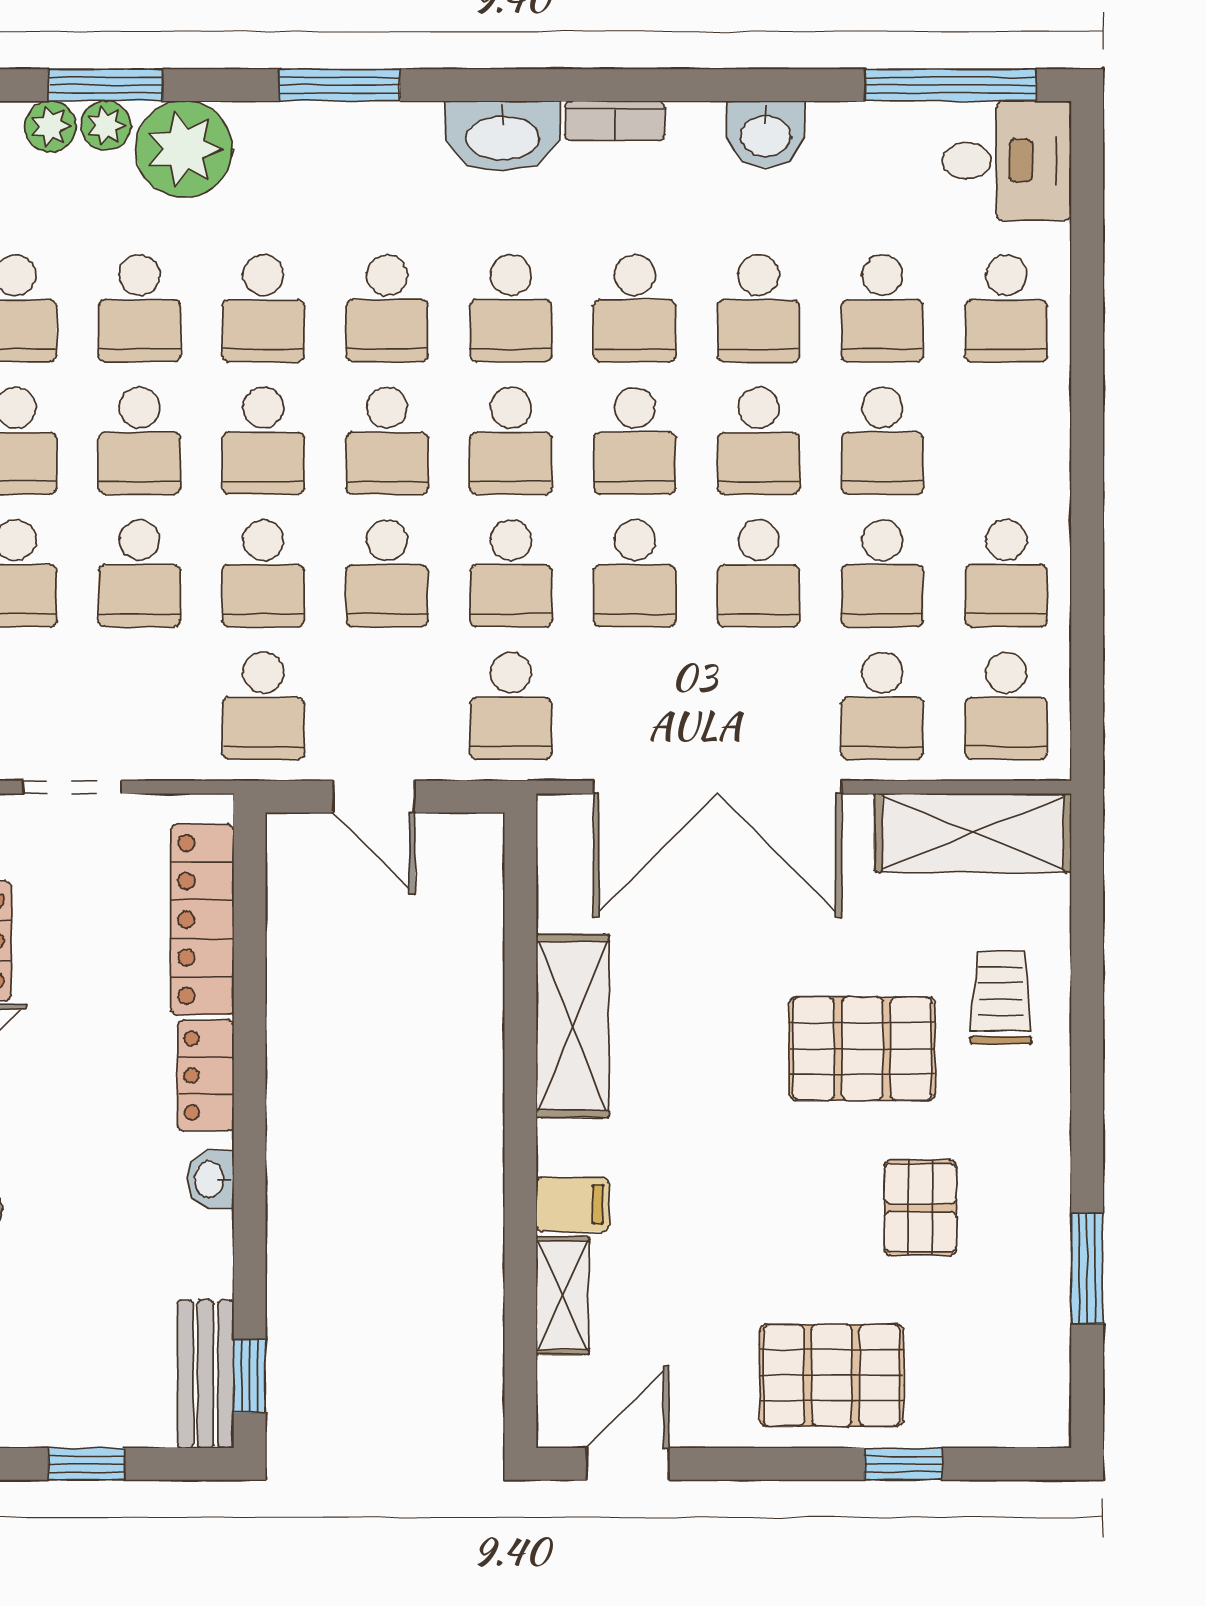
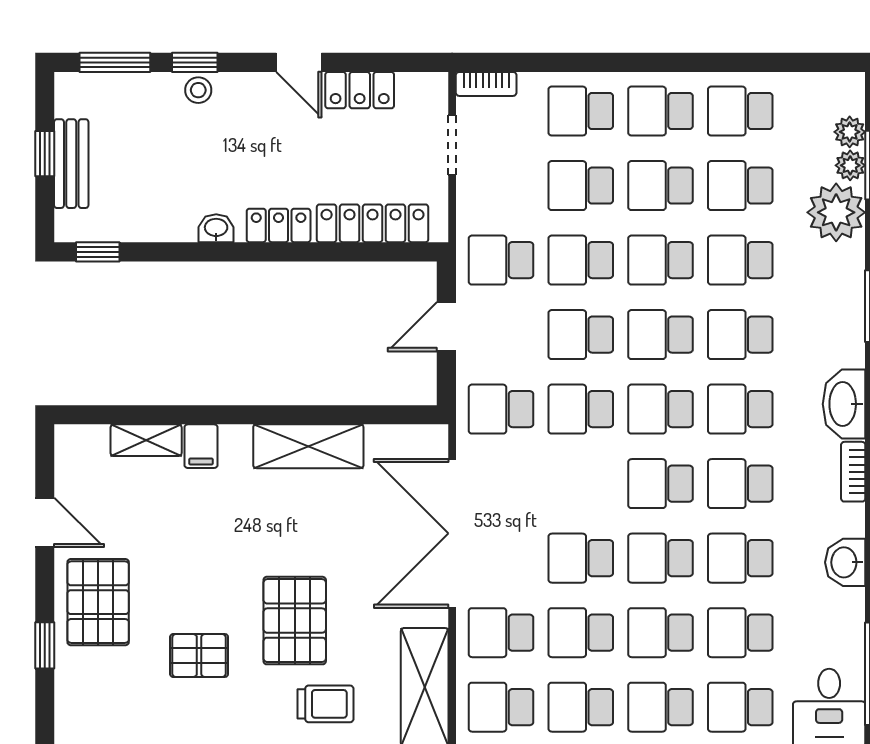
school desk: (635, 573) -> (661, 707), moved
bench: (206, 1374) -> (71, 164), moved, turned 90
door: (628, 1464) -> (45, 522), moved

